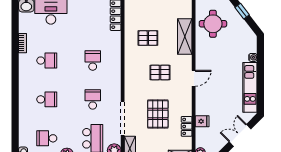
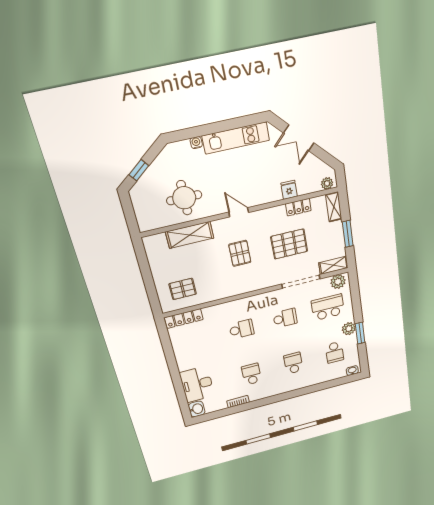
round table: (213, 24) -> (184, 198), moved
pallet: (148, 38) -> (183, 289), moved, turned 90
school desk: (93, 61) -> (242, 329), turned 180
school desk: (93, 99) -> (285, 318), turned 180

